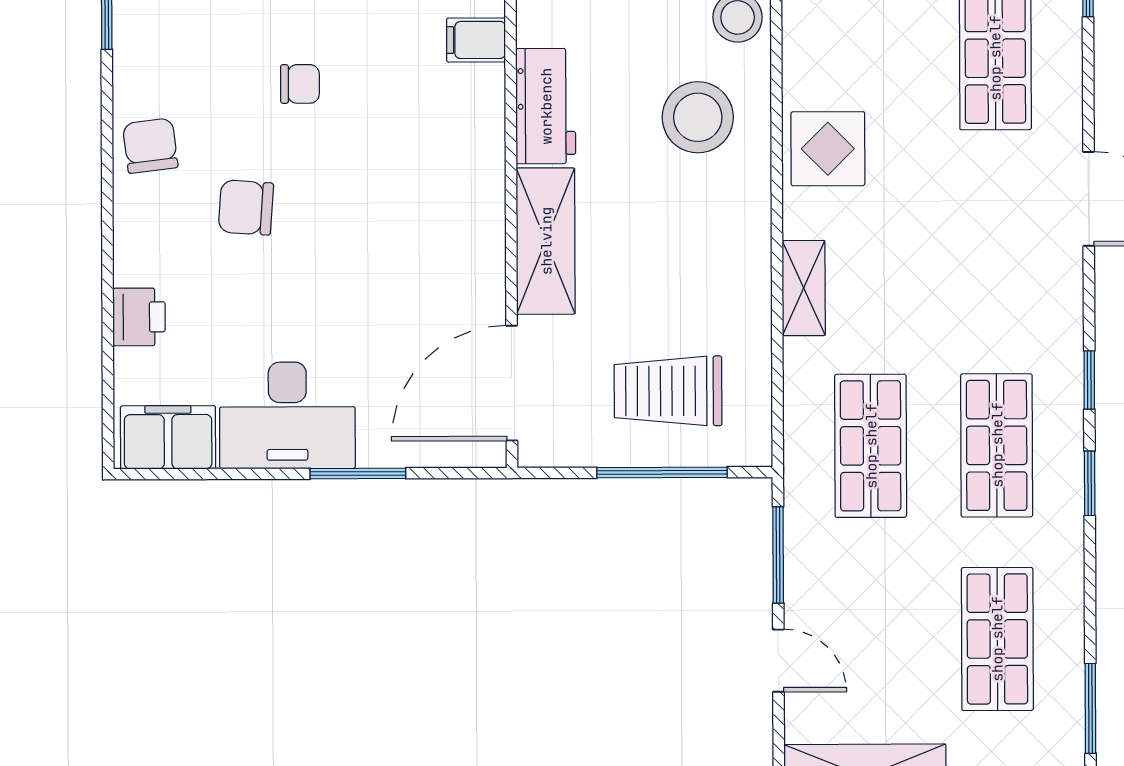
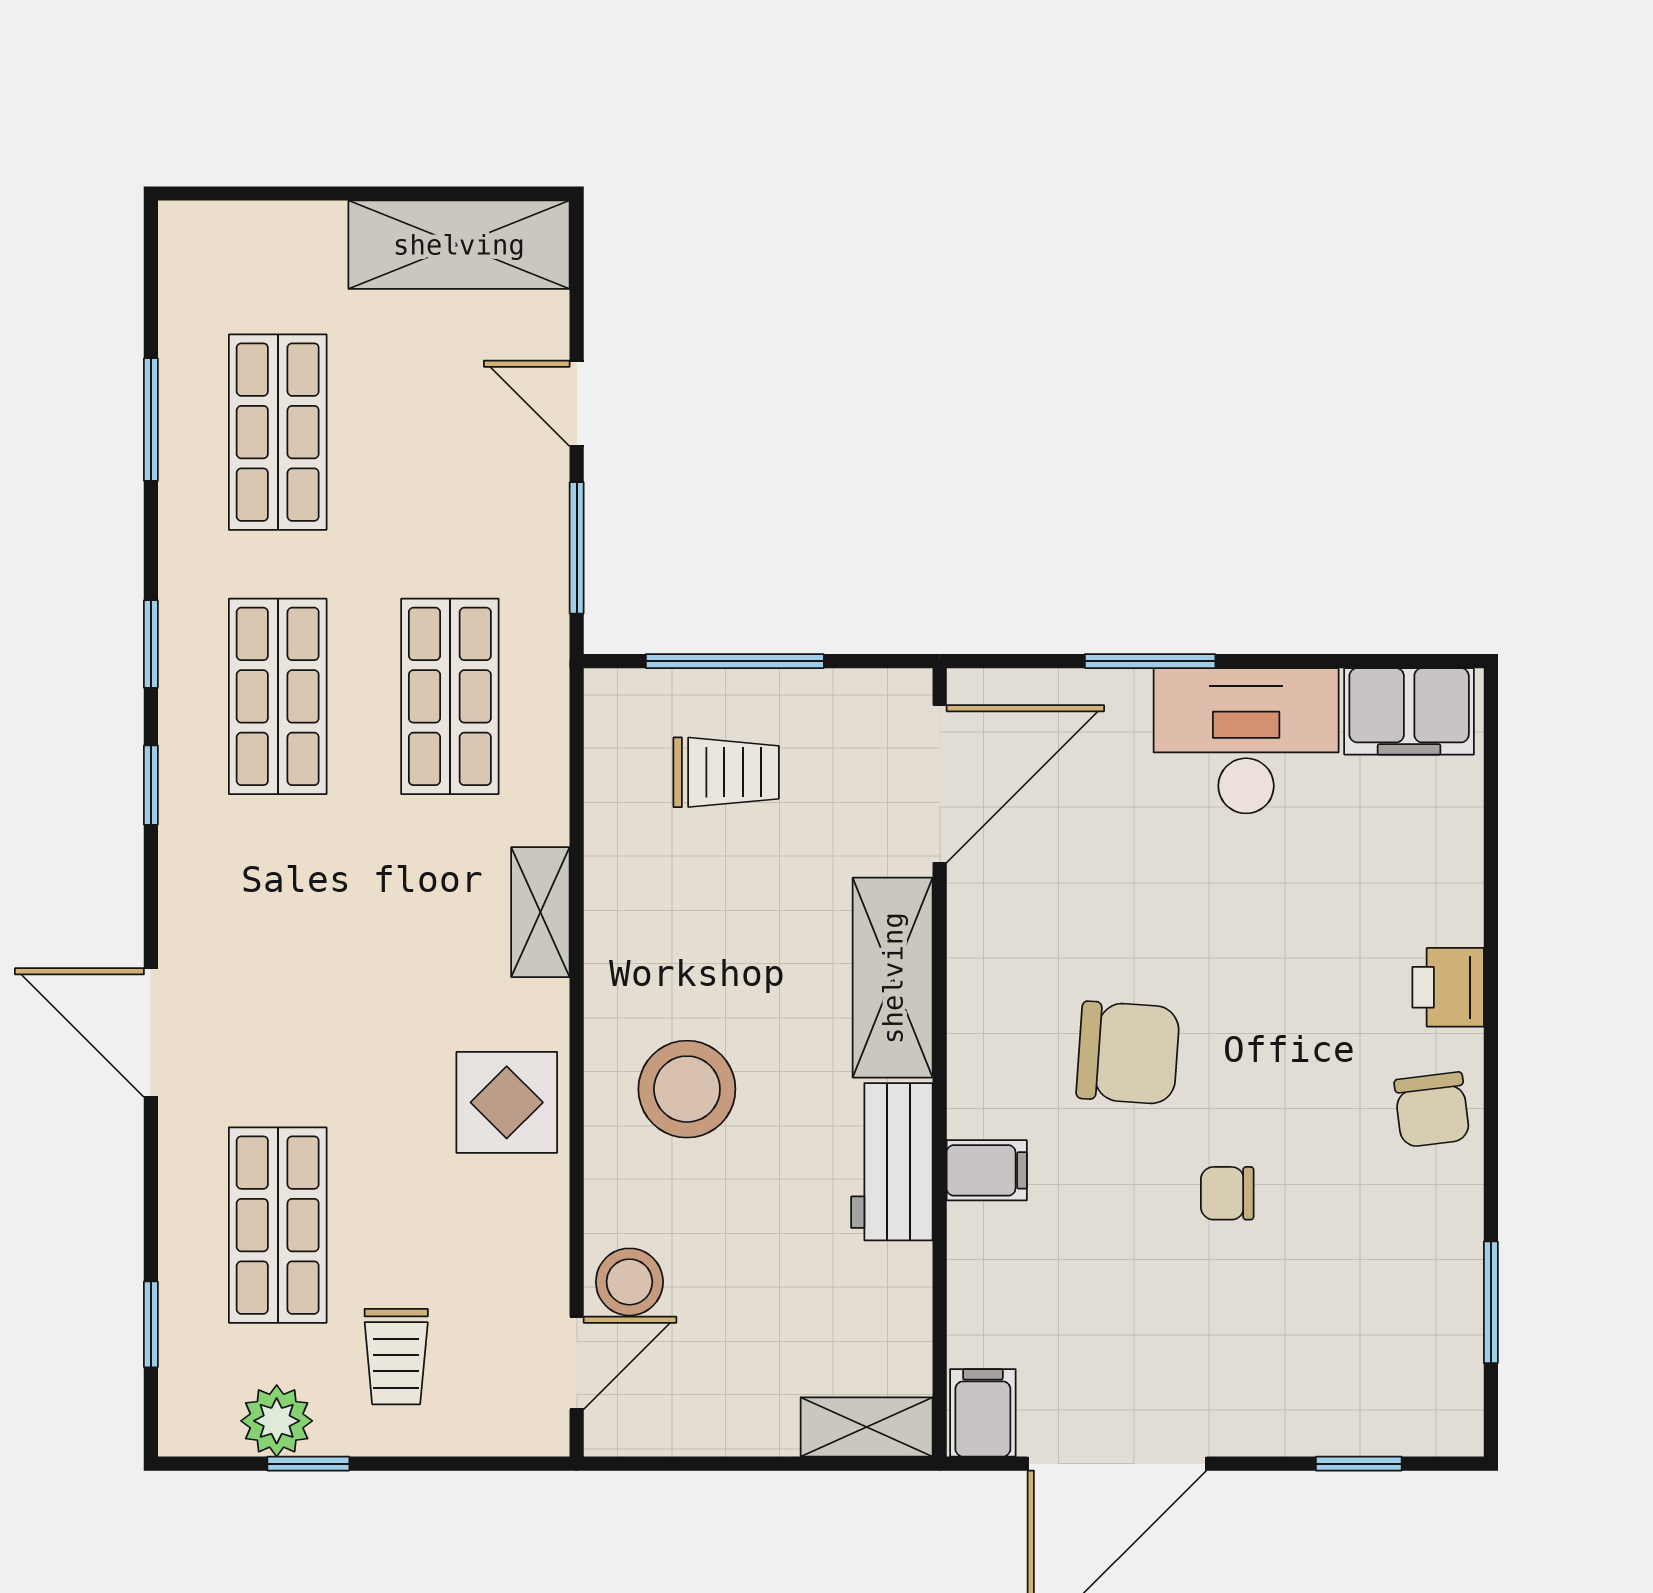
filing cabinet: (476, 40) -> (987, 1170), moved
stool: (698, 117) -> (687, 1089), moved
chair: (246, 207) -> (1128, 1053), moved, width x1.37, depth x1.37
printer: (139, 317) -> (1448, 987), moved
trolley: (668, 391) -> (726, 772), width x0.73, depth x0.72
window: (1090, 708) -> (151, 420), moved

